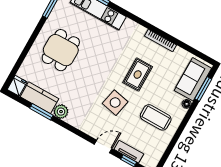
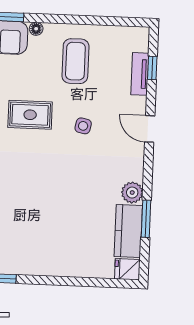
dining table: (61, 50) -> (50, 235), removed
side table: (115, 103) -> (83, 126), width x0.54, depth x0.54
door: (103, 147) -> (150, 129), moved

